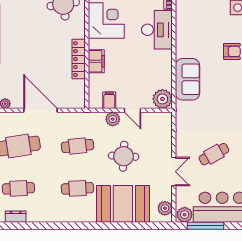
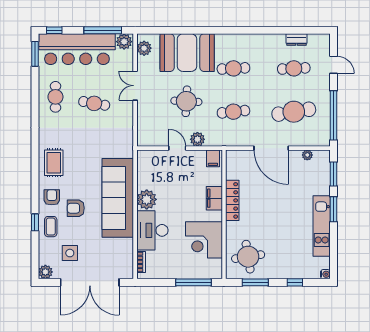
sofa: (187, 79) -> (118, 198), width x1.85, depth x1.27
plant: (162, 99) -> (147, 199), moved
filing cabinet: (109, 100) -> (213, 158), moved
cafe table: (214, 154) -> (94, 103), turned 39

